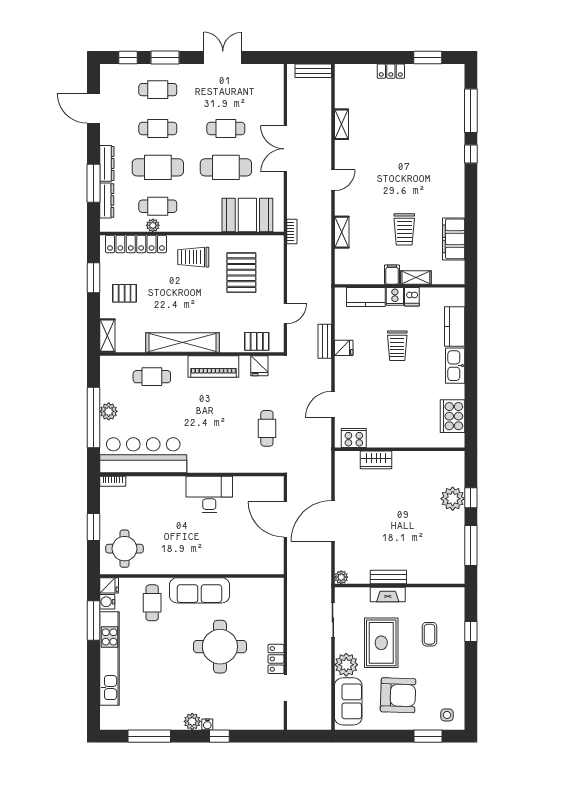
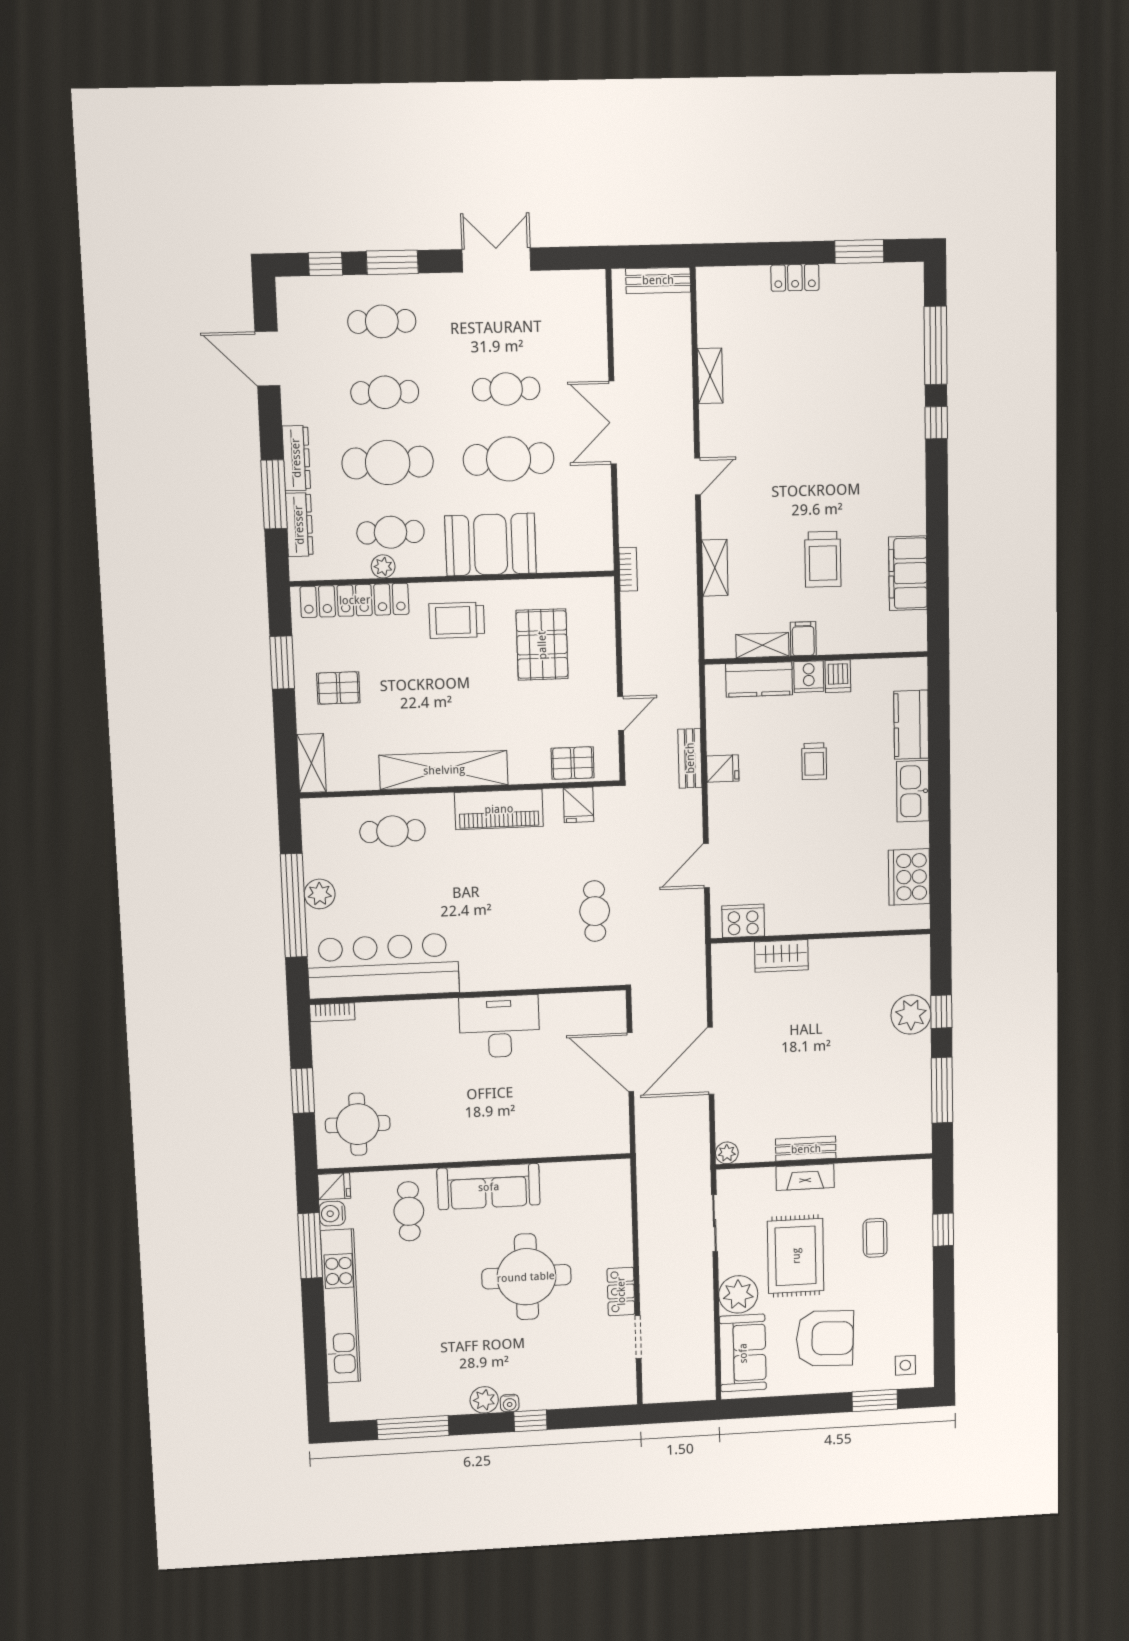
booth: (247, 215) -> (491, 545), moved
shelving: (416, 277) -> (762, 645), moved
trolley: (397, 346) -> (814, 761), width x0.73, depth x0.72

